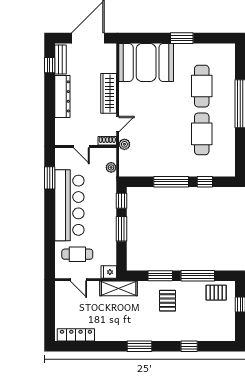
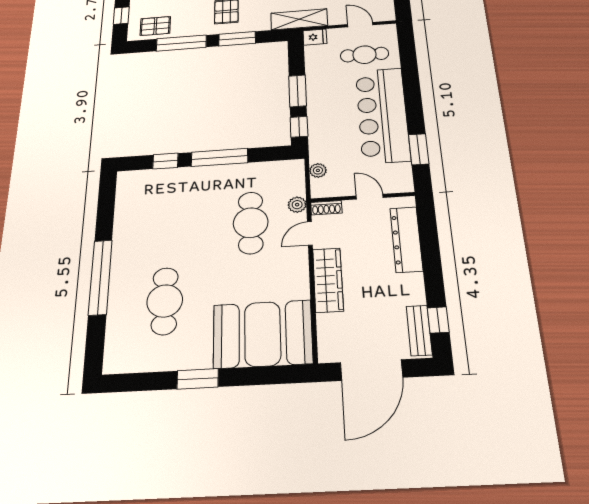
dresser: (62, 96) -> (406, 239), moved
cafe table: (202, 134) -> (251, 223), moved

